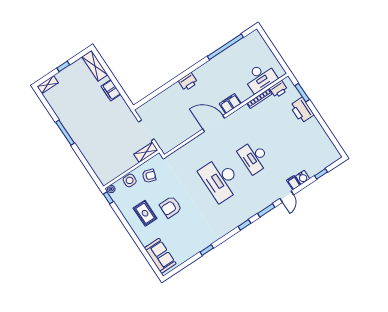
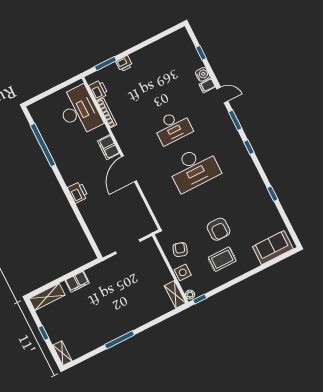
desk: (260, 77) -> (79, 111), width x1.36, depth x1.30
printer: (302, 110) -> (124, 64), width x0.53, depth x0.68
shelving: (146, 152) -> (175, 294), moved

